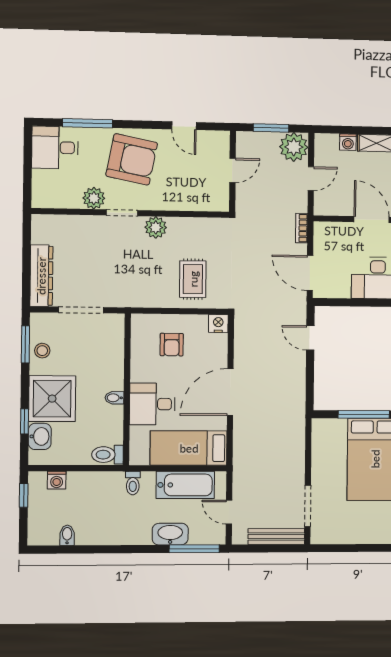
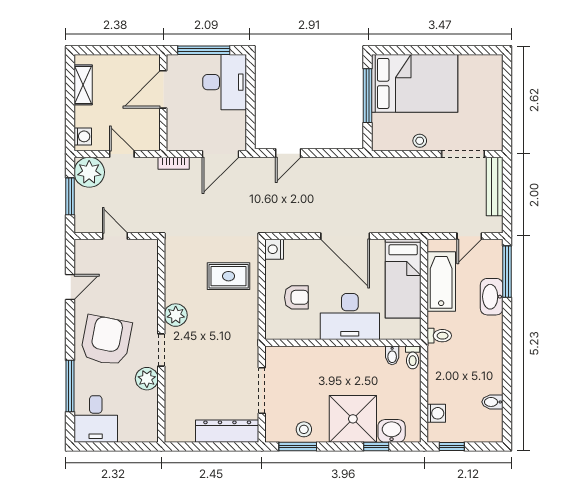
washing machine: (348, 142) -> (83, 136), moved
bidet: (114, 398) -> (392, 355), moved
desk: (152, 404) -> (350, 317), width x1.37
toilet: (107, 455) -> (413, 357), width x0.73, depth x0.72
stool: (321, 464) -> (420, 141), added

